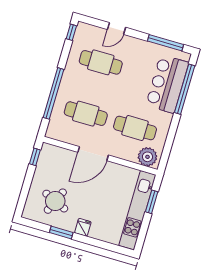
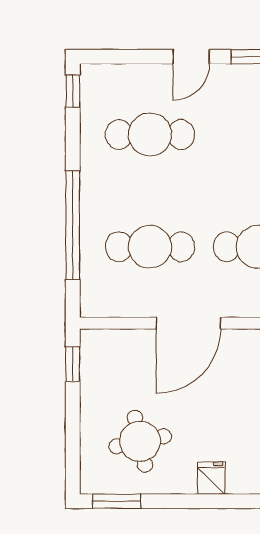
door: (116, 28) -> (191, 57), moved
round table: (55, 201) -> (140, 441), turned -36
window: (61, 232) -> (116, 501), moved

